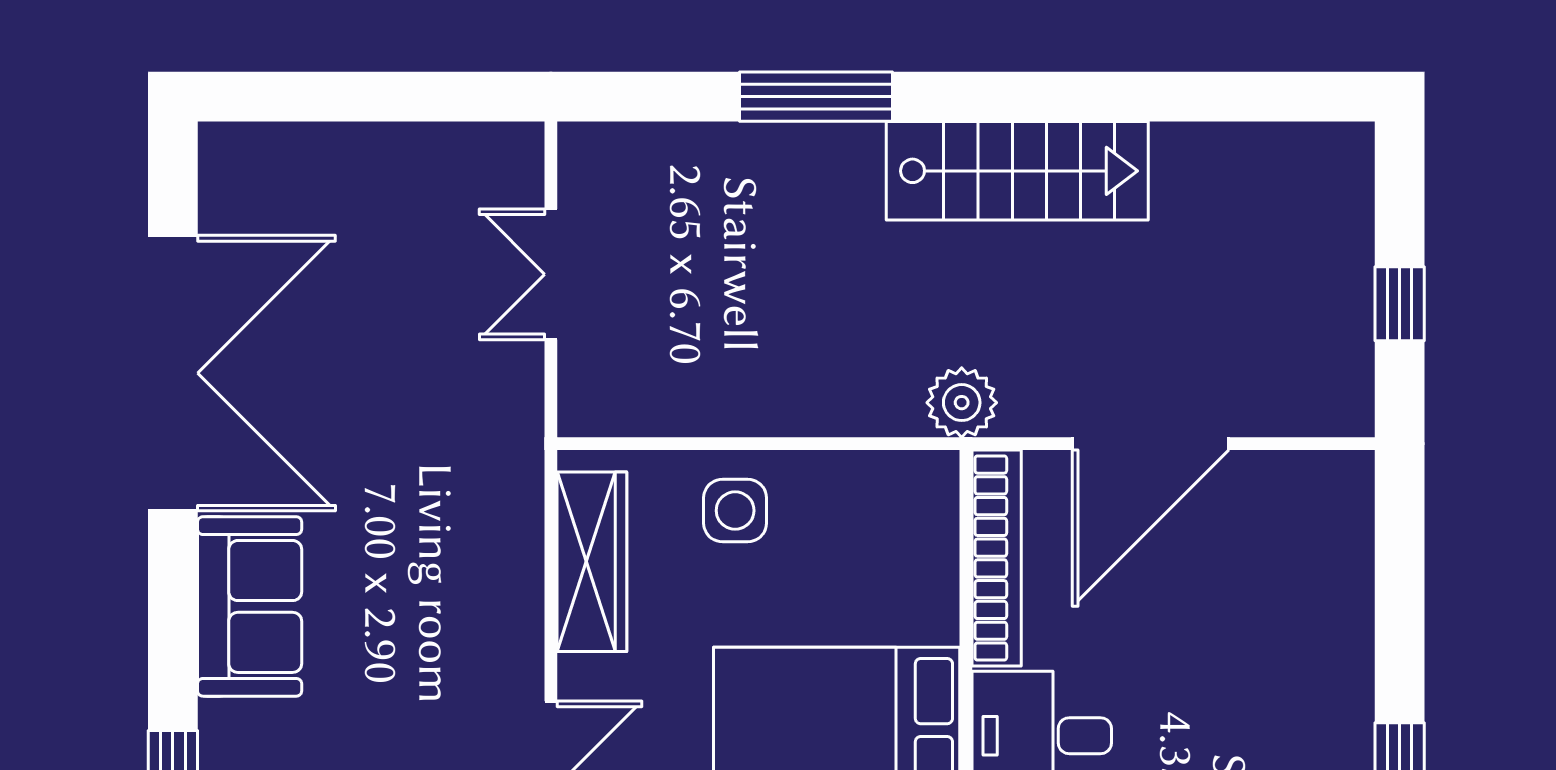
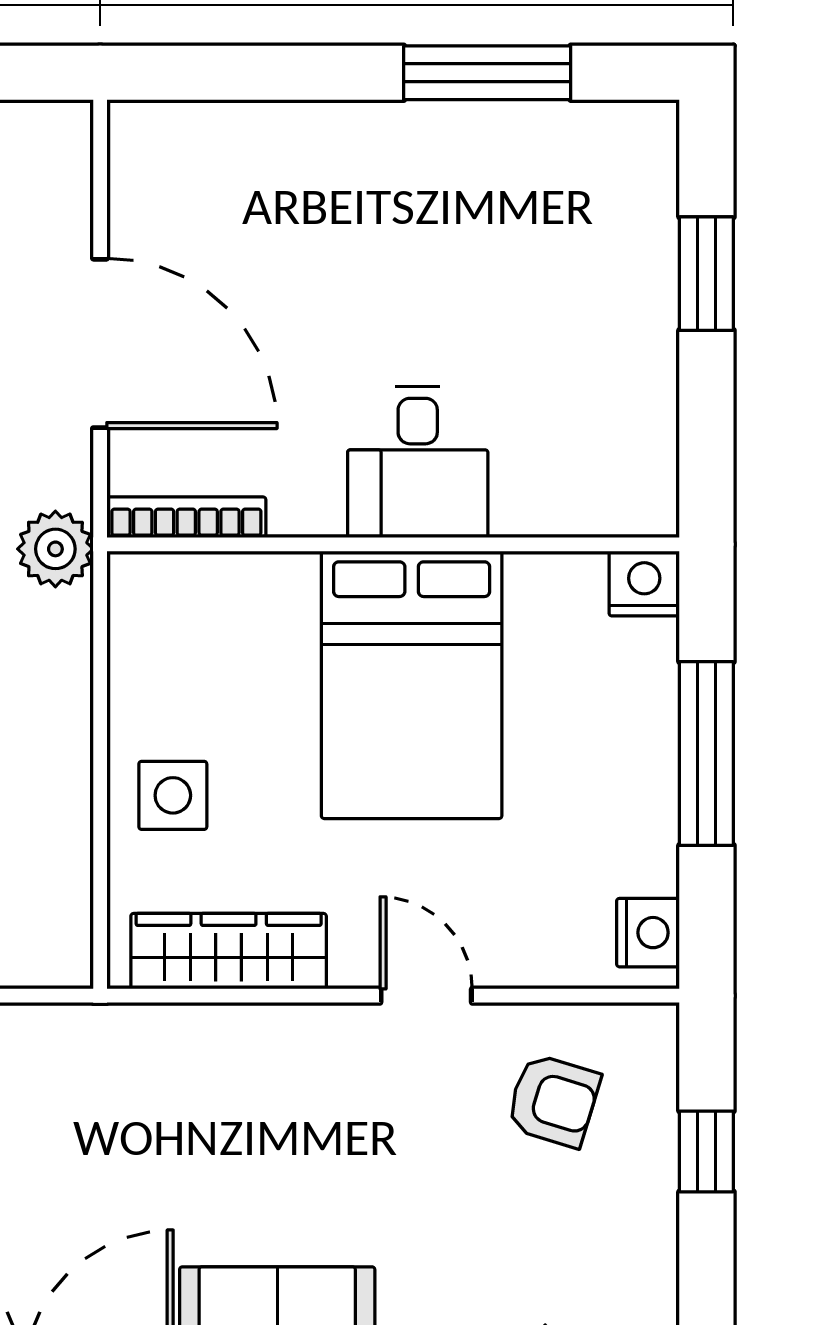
bookcase: (997, 558) -> (186, 517), width x0.68, depth x0.76

